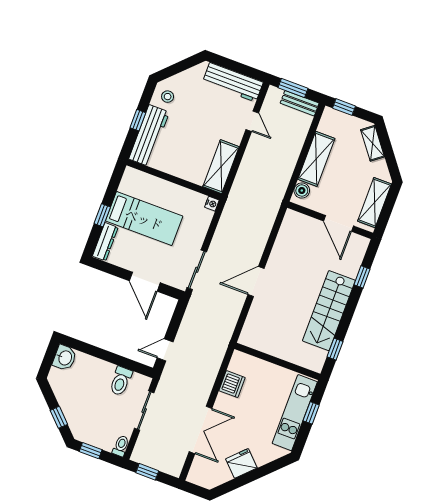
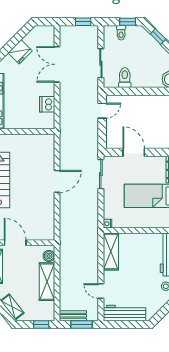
toilet: (121, 446) -> (121, 33), moved

